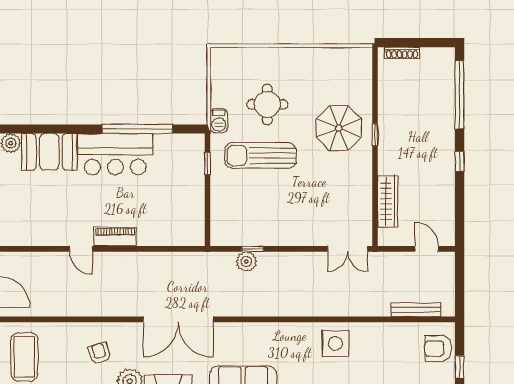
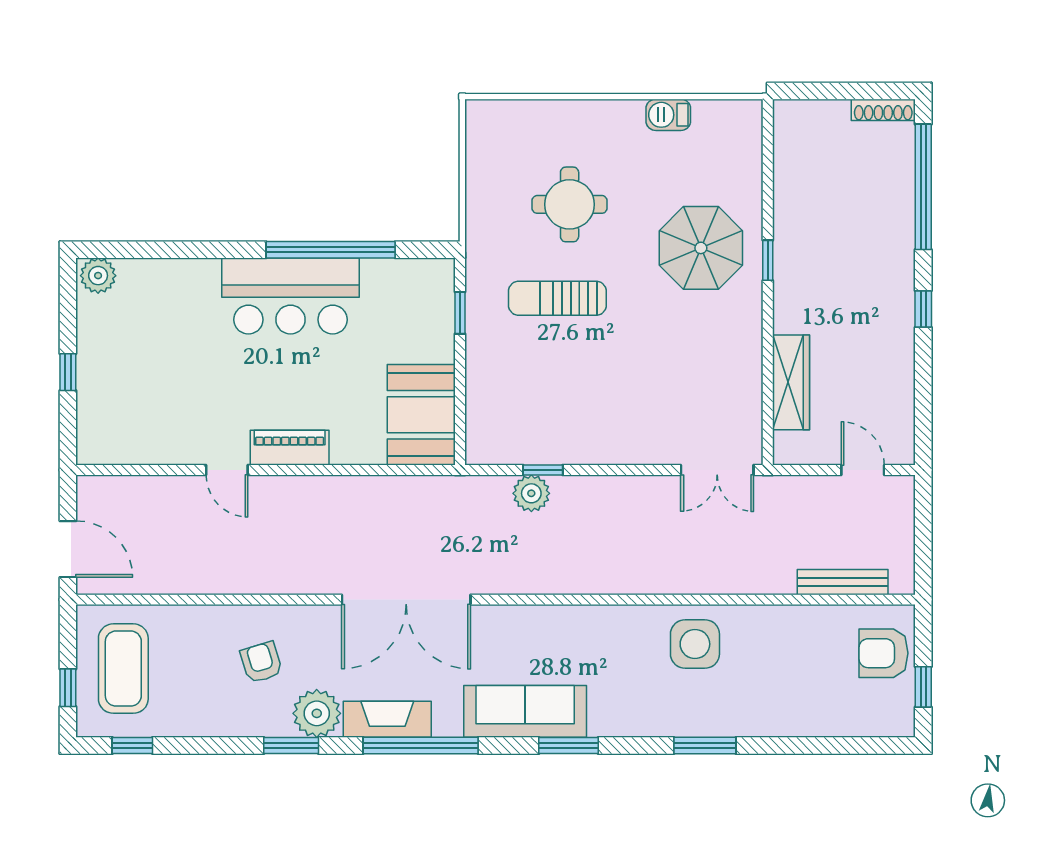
shoe rack: (402, 53) -> (883, 110), moved
barbecue: (219, 121) -> (668, 115), moved, turned 90
booth: (49, 152) -> (421, 415), moved, turned 90
sun lounger: (261, 155) -> (557, 298), width x0.73, depth x0.75

